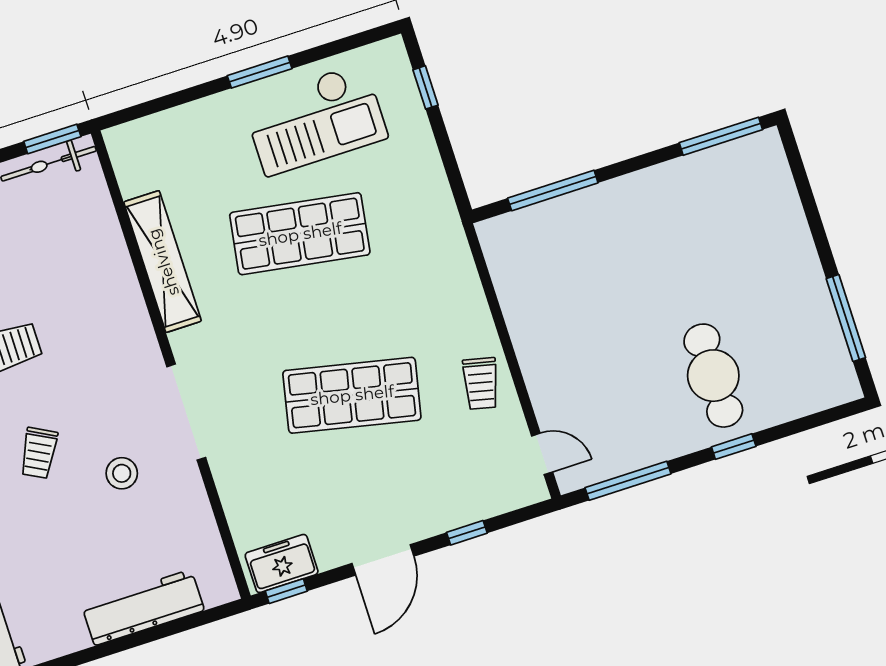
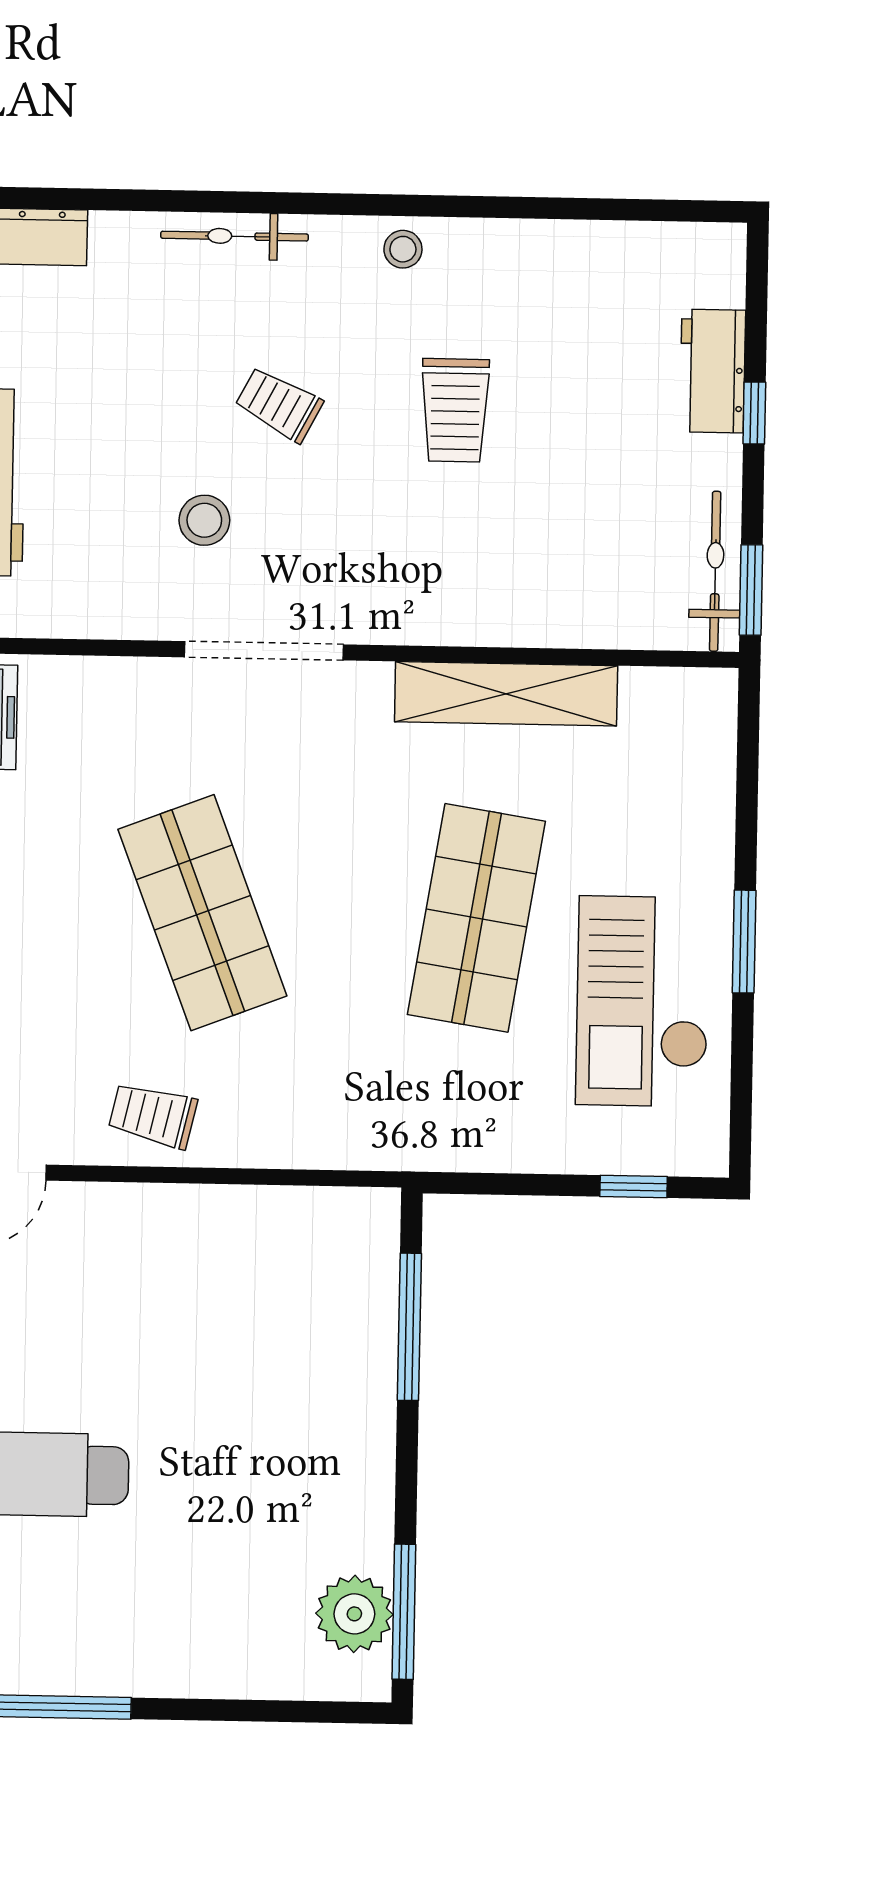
plant: (732, 165) -> (354, 1614), added
shop shelf: (352, 395) -> (202, 913), turned -33

